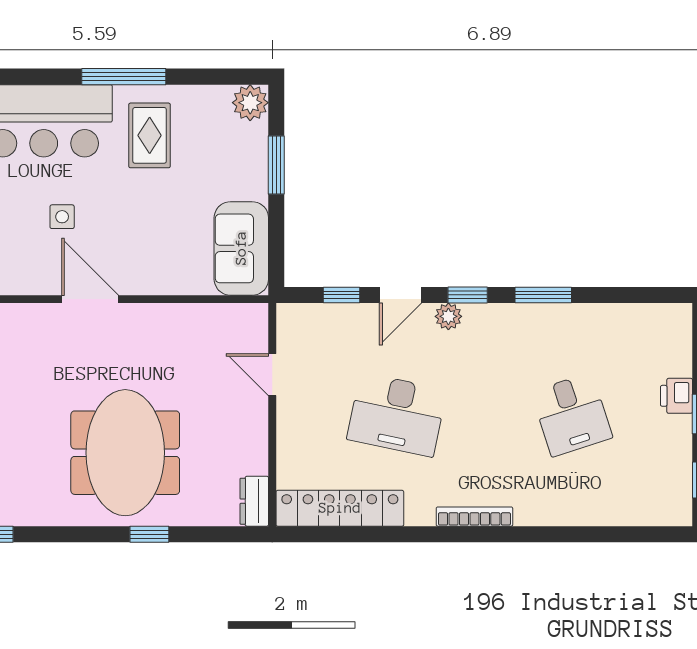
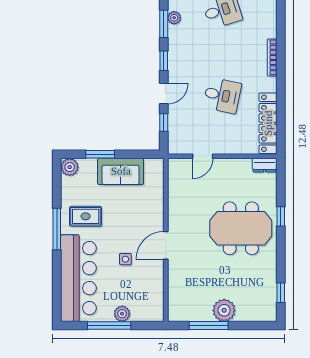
sofa: (241, 248) -> (121, 171), moved
door: (401, 295) -> (164, 94), hinge flipped
plant: (448, 316) -> (174, 18), moved
desk: (397, 415) -> (222, 95), width x0.73

